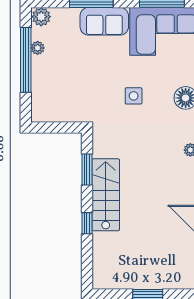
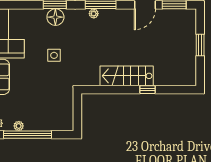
window: (87, 170) -> (108, 90), removed

